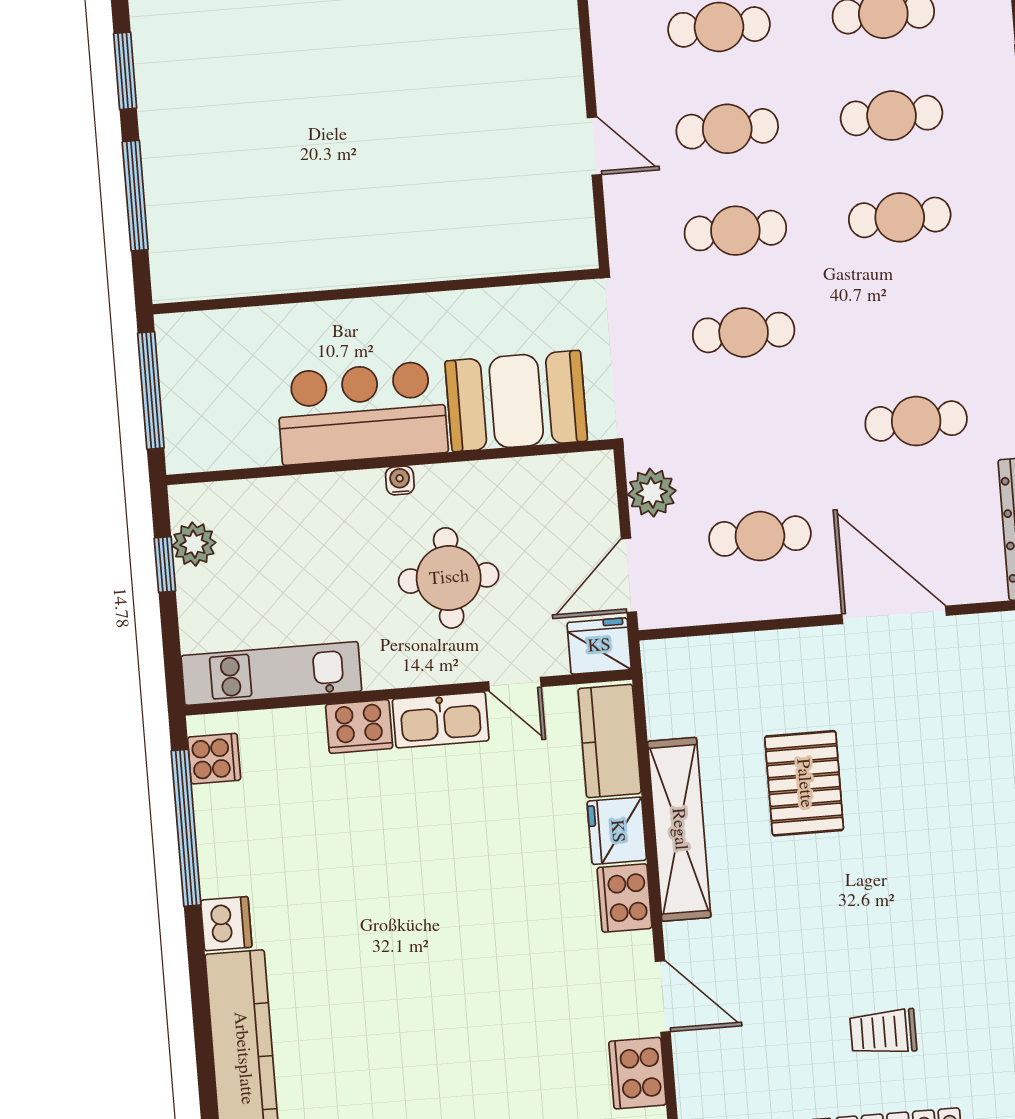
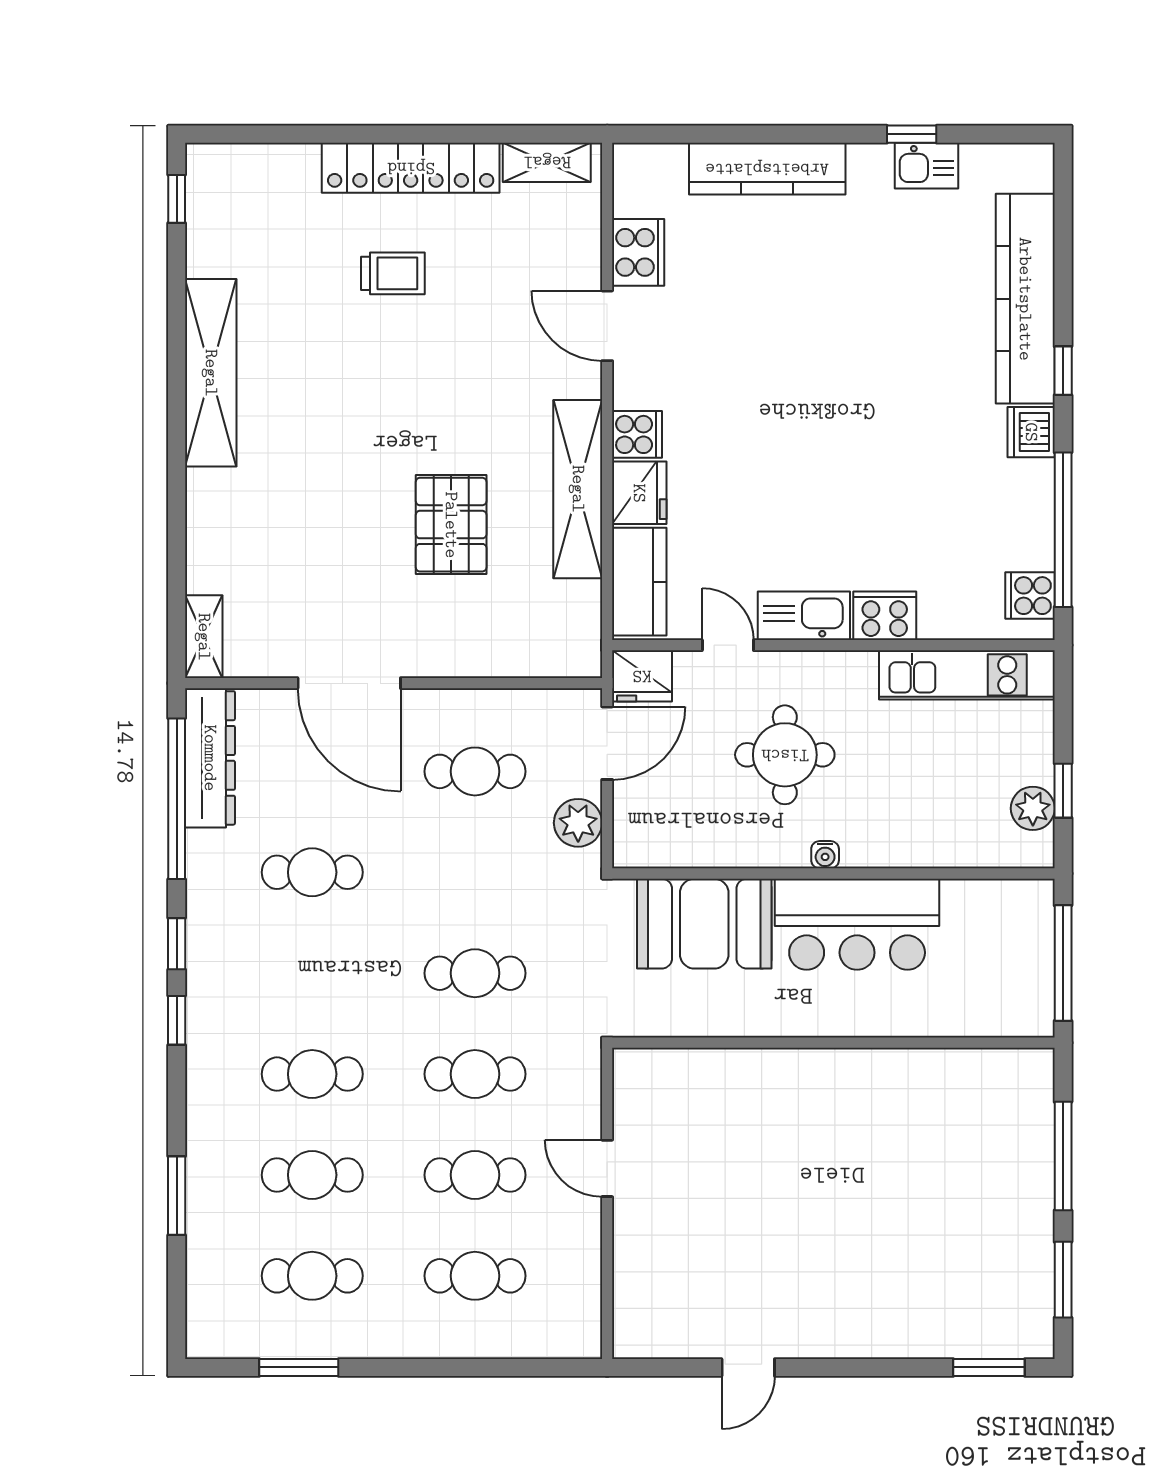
cooker: (624, 898) -> (637, 434), width x0.73
window: (199, 988) -> (1063, 371), added

